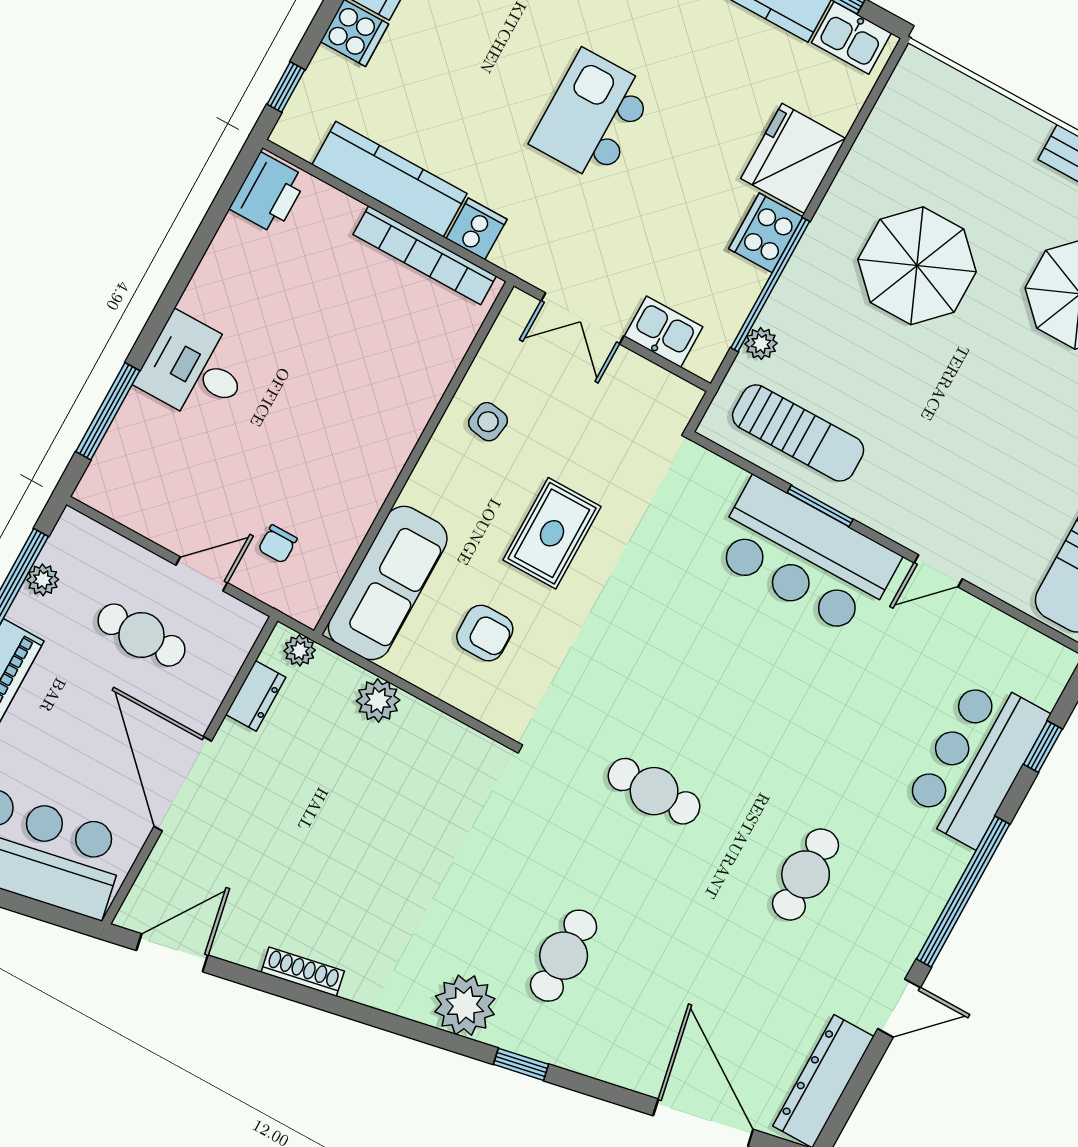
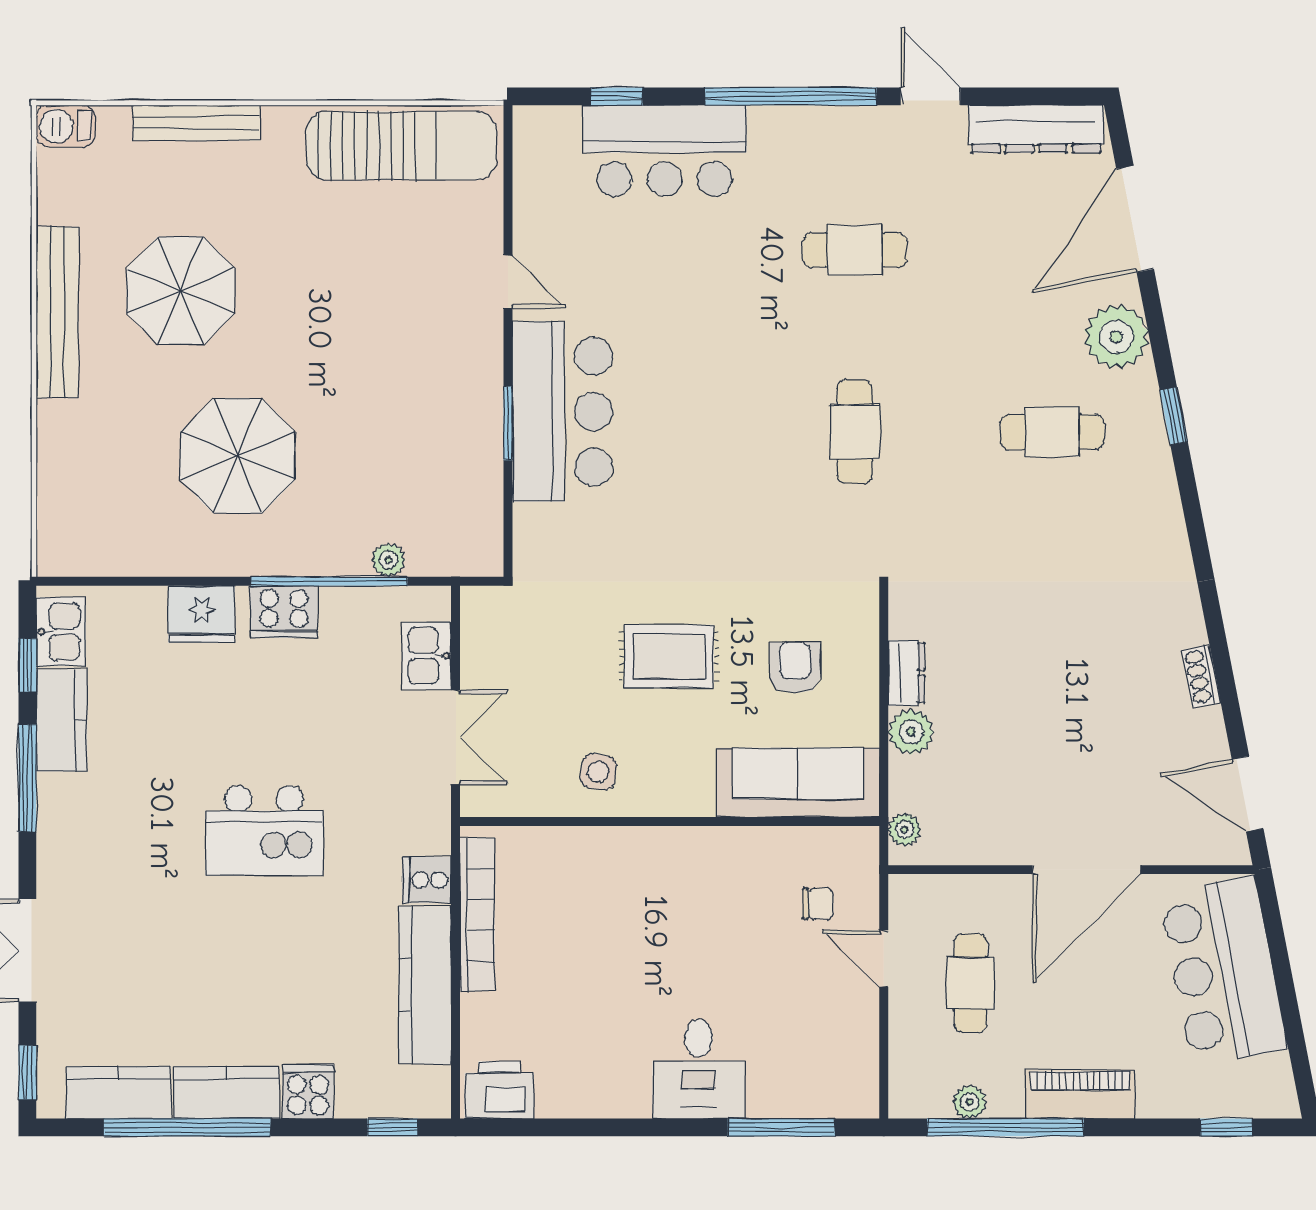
fridge: (793, 158) -> (201, 614), width x0.73, depth x0.75
sun lounger: (798, 433) -> (452, 481), removed
dresser: (256, 696) -> (906, 673), moved, turned 90
shoe rack: (303, 972) -> (1201, 676), width x0.70
plant: (465, 1005) -> (1116, 337), moved

